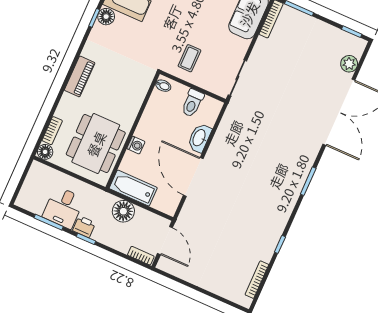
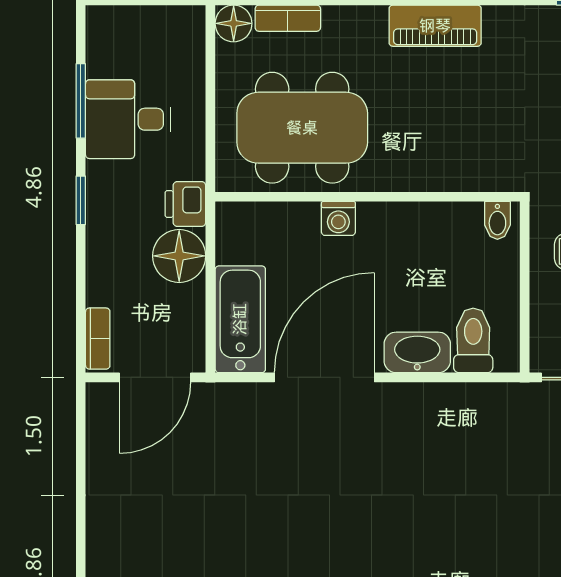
toilet: (192, 103) -> (473, 340), moved, turned 90
bathtub: (133, 188) -> (240, 319), moved
printer: (84, 227) -> (185, 204), moved, turned 180

